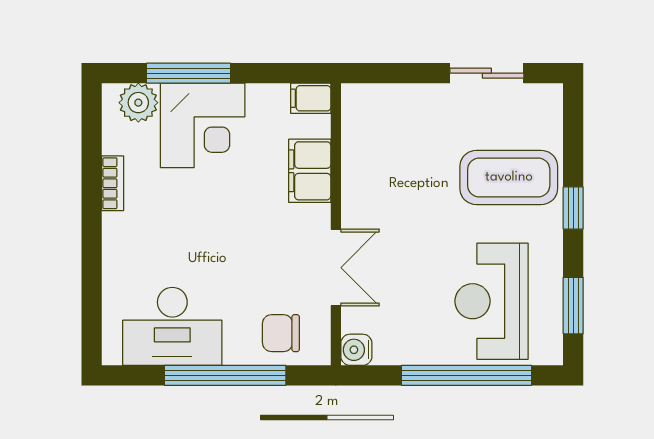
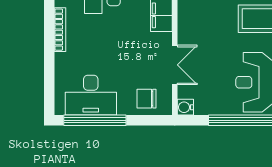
bookcase: (113, 183) -> (60, 30), width x1.56
window: (225, 375) -> (95, 120), moved

